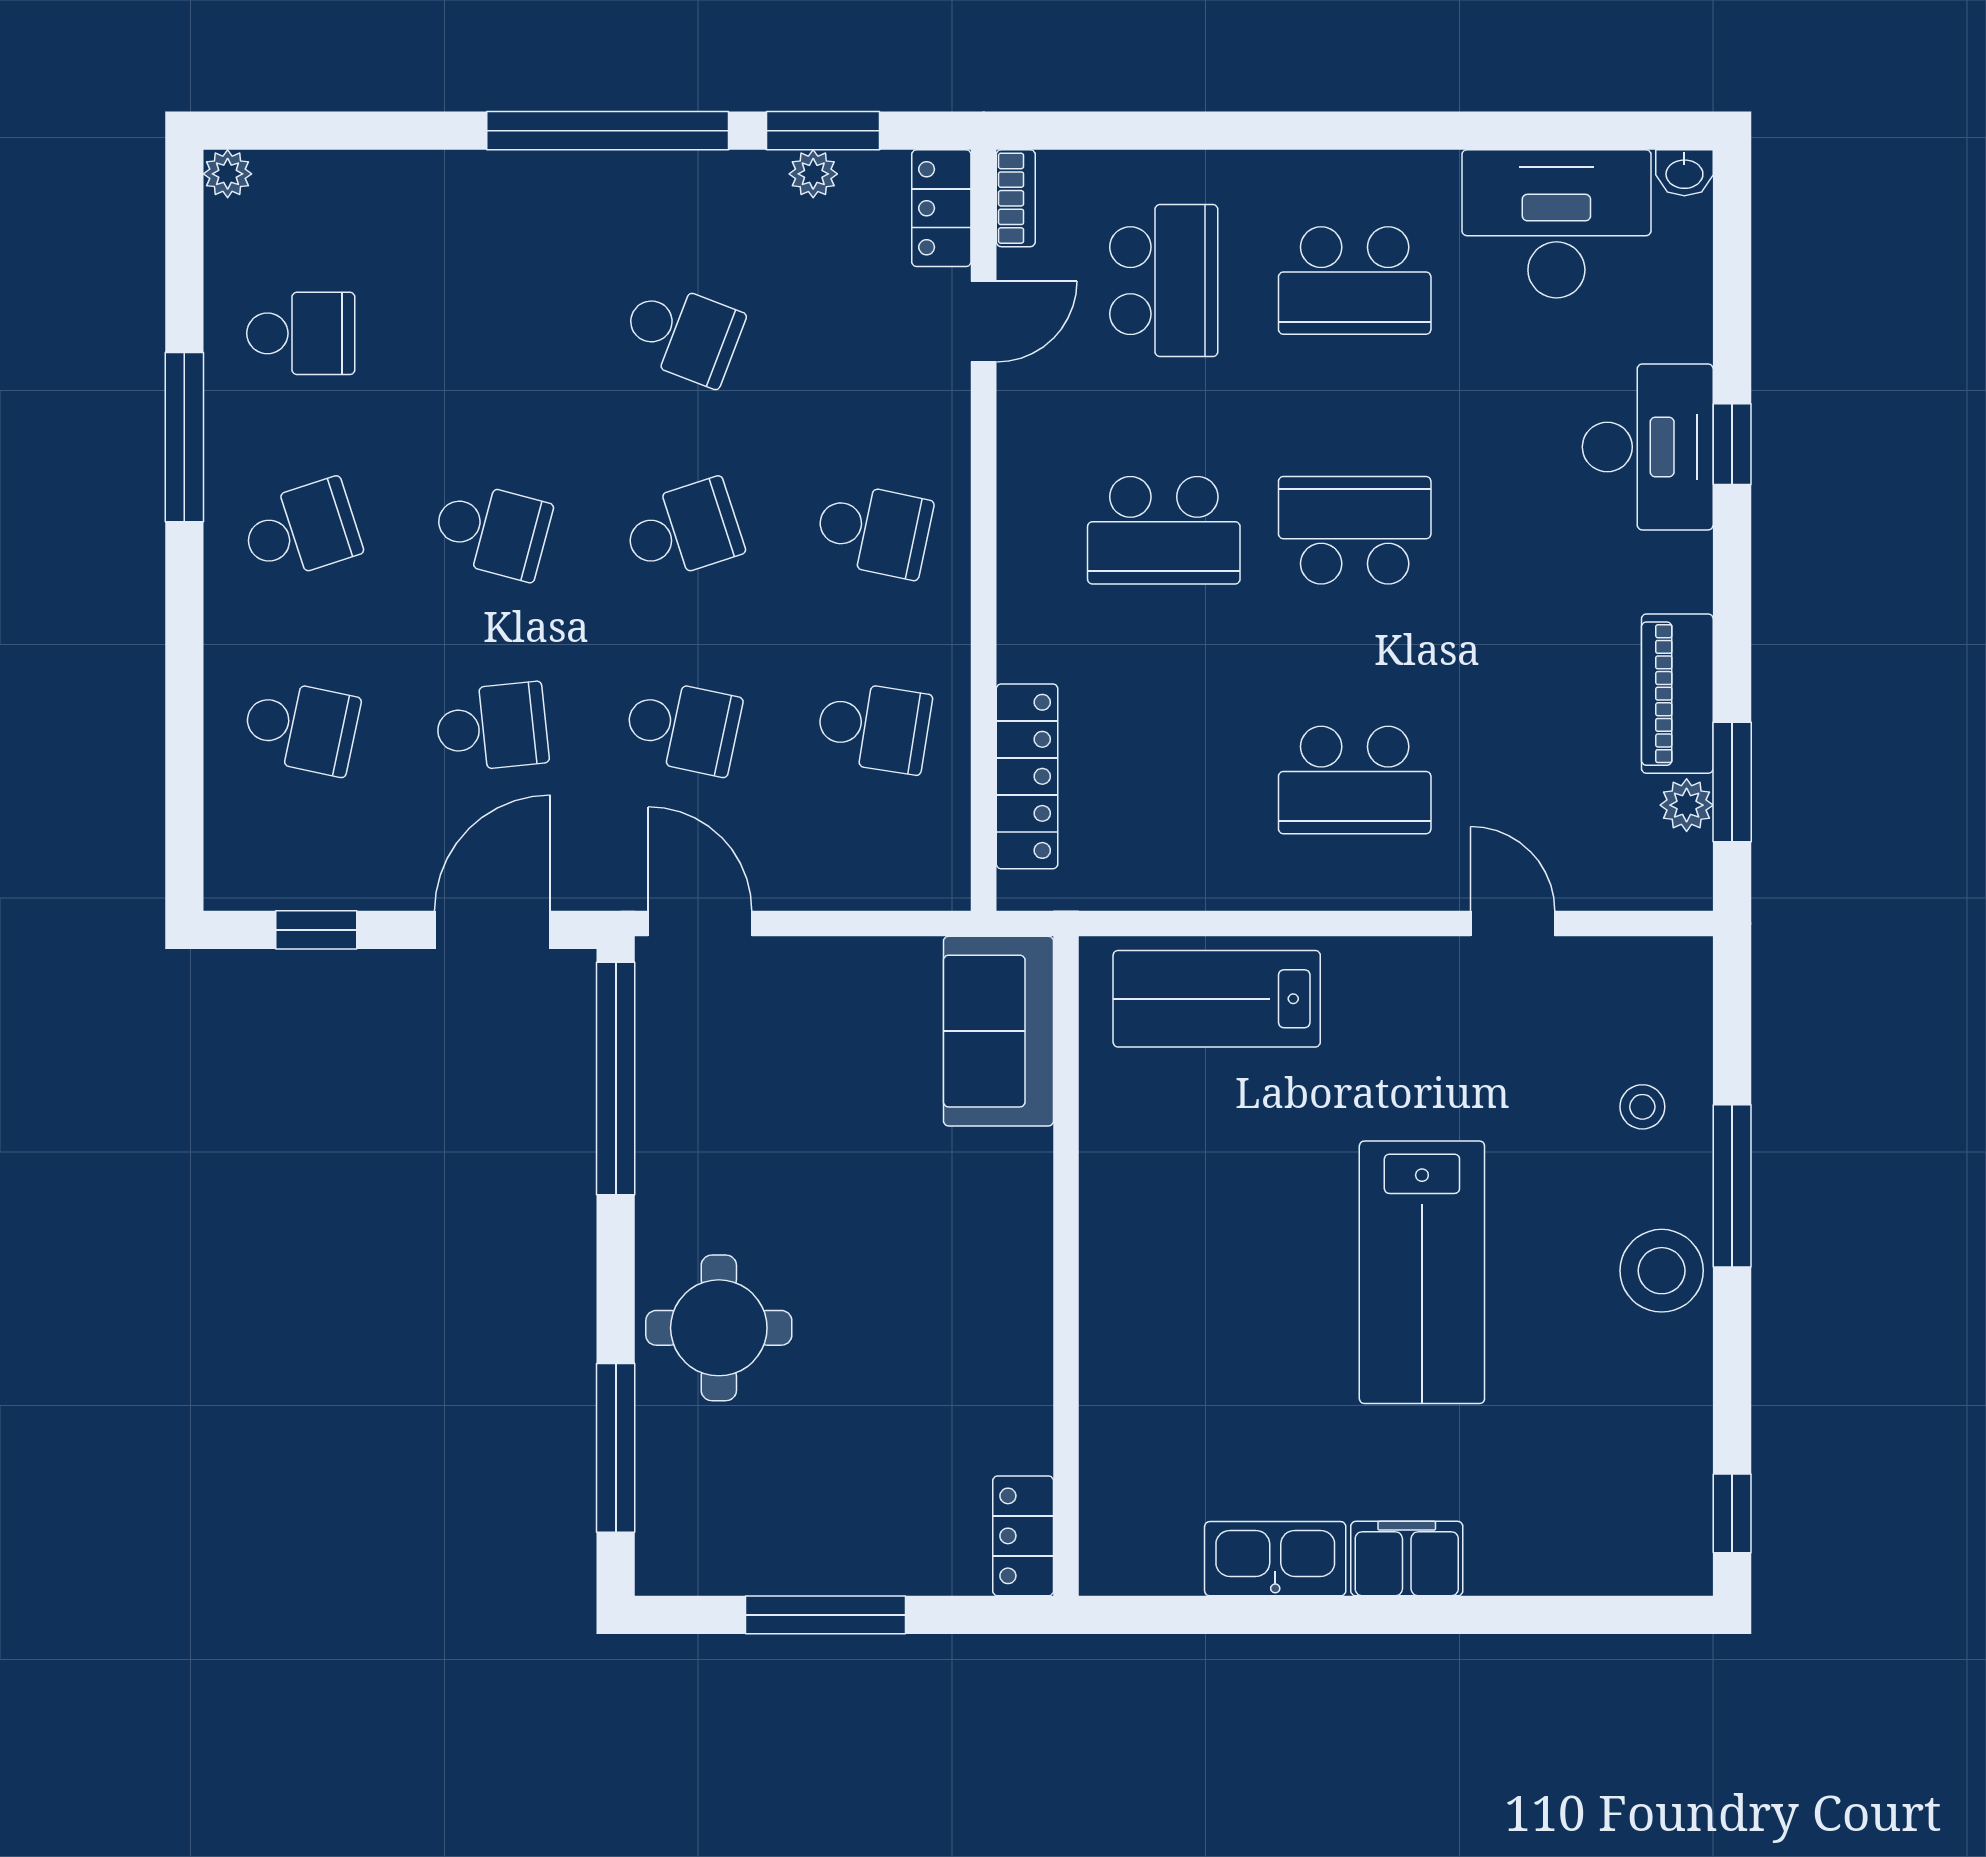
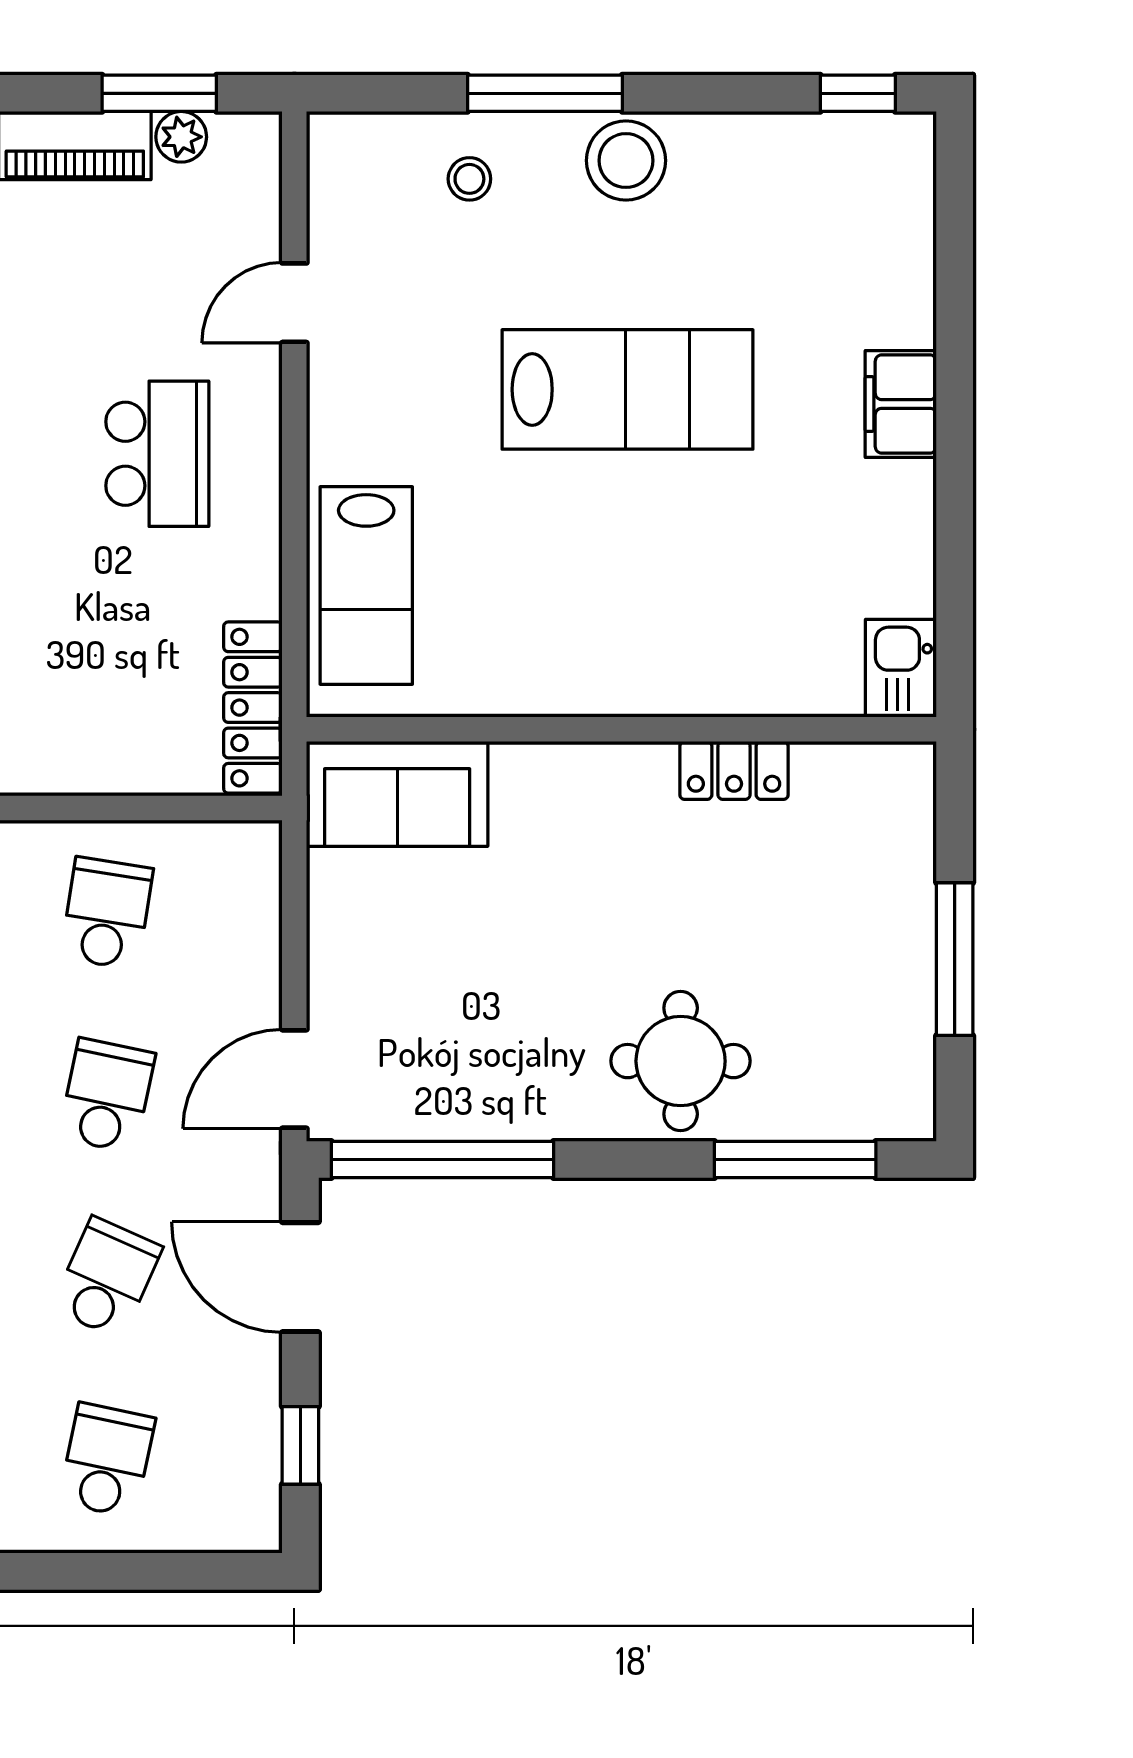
school desk: (492, 727) -> (107, 1278), turned 30
locker: (1027, 776) -> (253, 708), moved, turned -90
locker: (1023, 1536) -> (734, 770), moved
kitchen sink: (1275, 1559) -> (901, 668), moved, width x0.73

